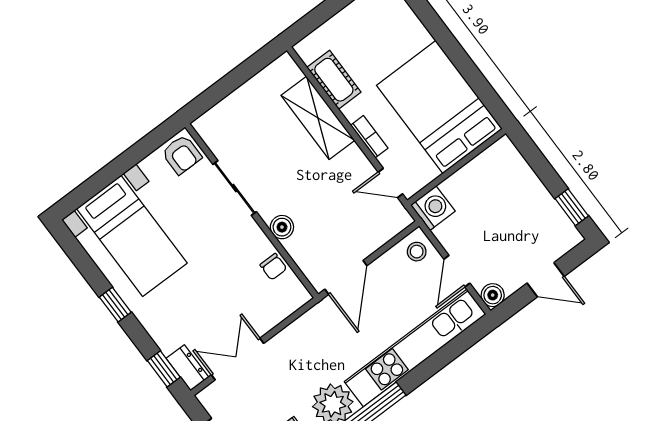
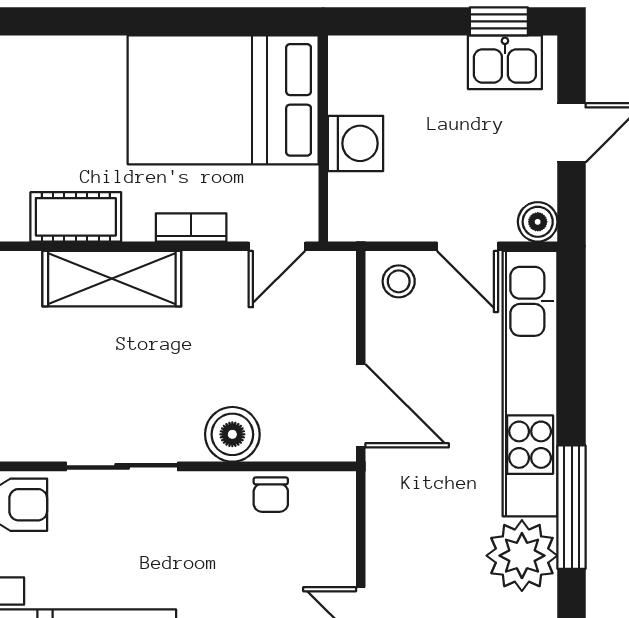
washing machine: (433, 208) -> (356, 143), moved, turned 90
kitchen sink: (555, 224) -> (505, 62), added
boiler: (282, 227) -> (232, 434), width x1.36, depth x1.36
chair: (273, 267) -> (271, 495), turned 90

